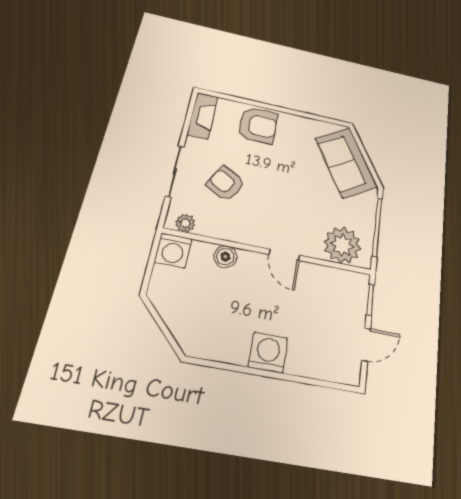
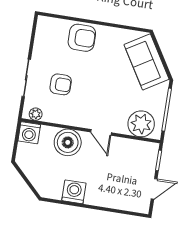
fireplace: (203, 116) -> (42, 34), removed
armchair: (226, 184) -> (61, 84), turned 152
boiler: (225, 257) -> (68, 142), width x1.86, depth x1.86
washing machine: (268, 353) -> (74, 192), moved

